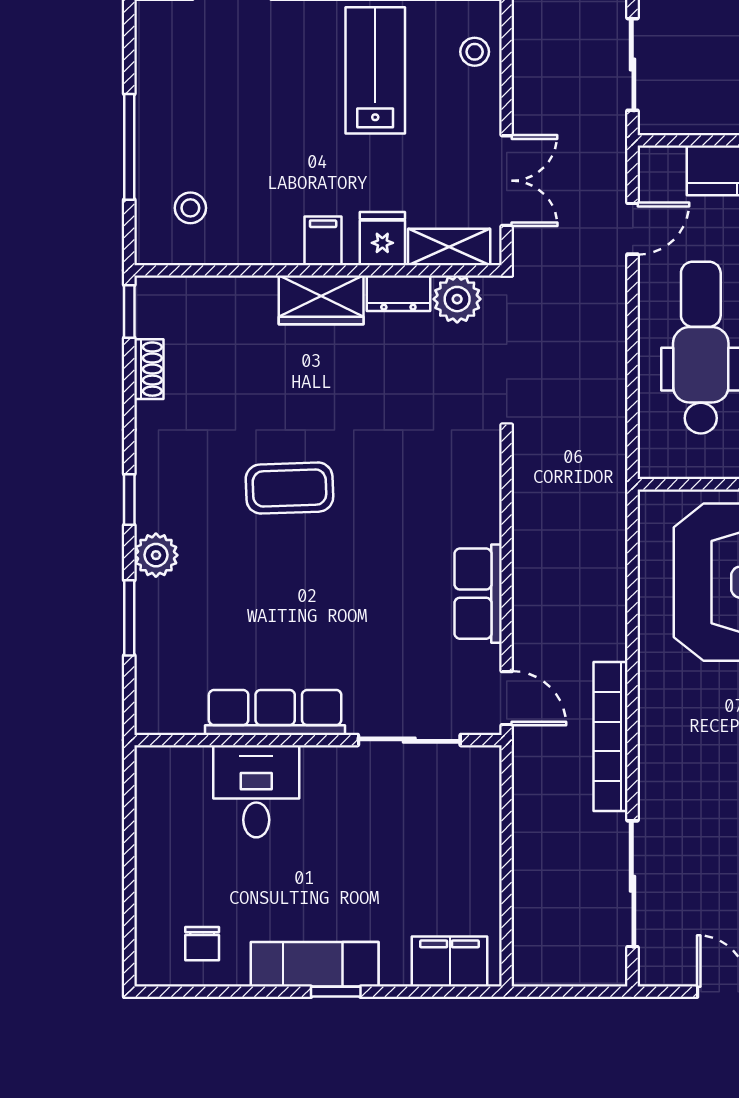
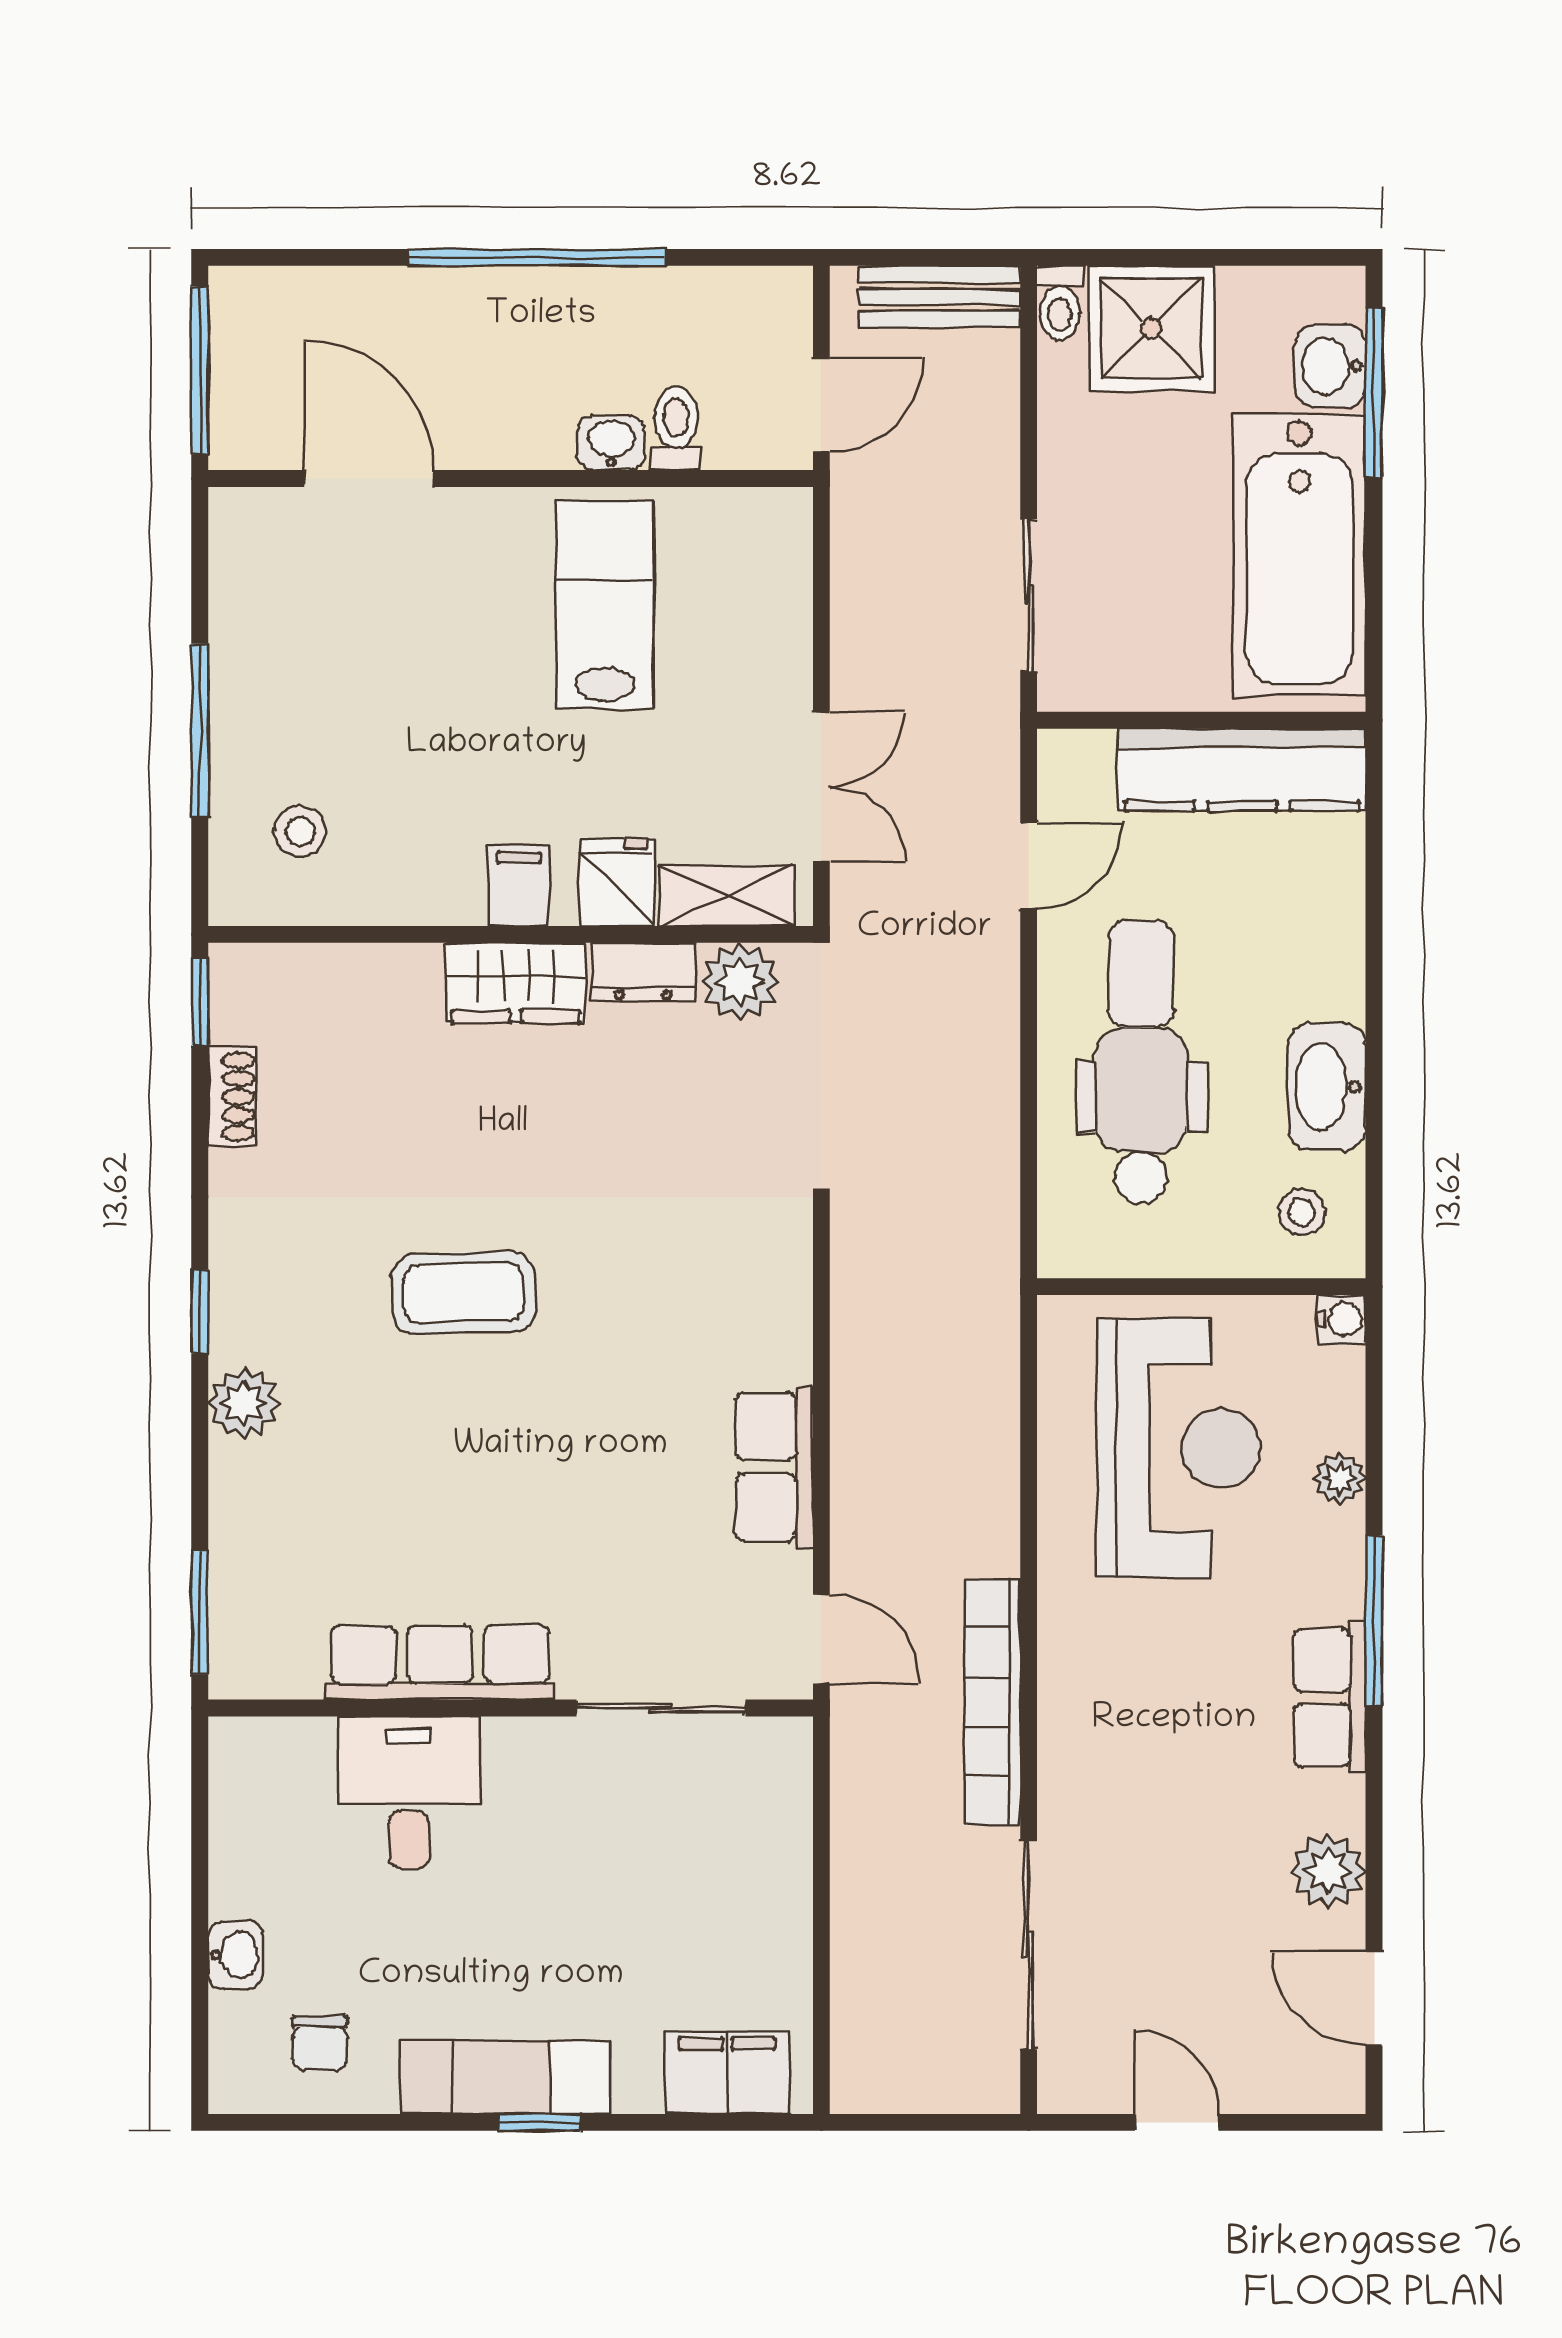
stool: (475, 52) -> (769, 574), removed
window: (129, 618) -> (200, 1612), moved
washbasin: (151, 890) -> (236, 1955), added

